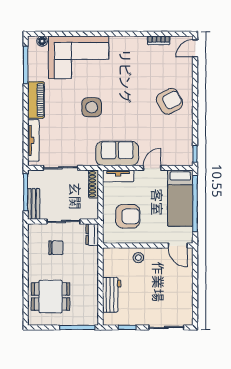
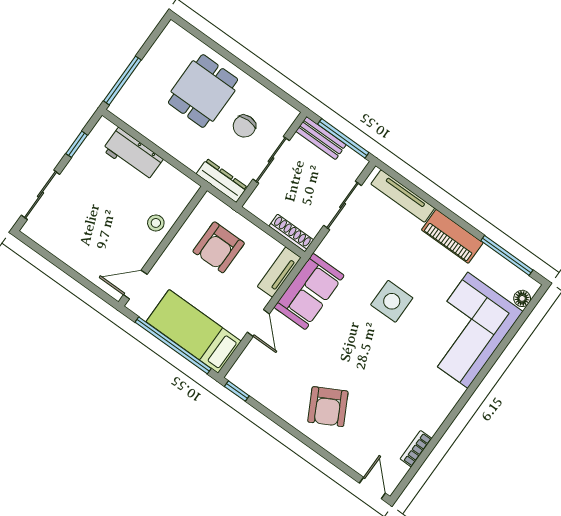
dresser: (92, 235) -> (222, 181), width x1.44
dining table: (51, 297) -> (203, 91), moved

